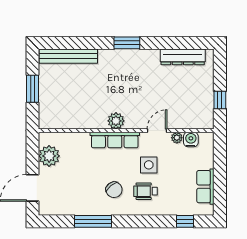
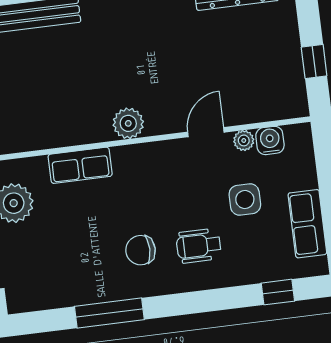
row of seats: (115, 140) -> (80, 165), moved, width x0.68
side table: (149, 165) -> (245, 199), moved
chair: (114, 190) -> (141, 250), turned 129

